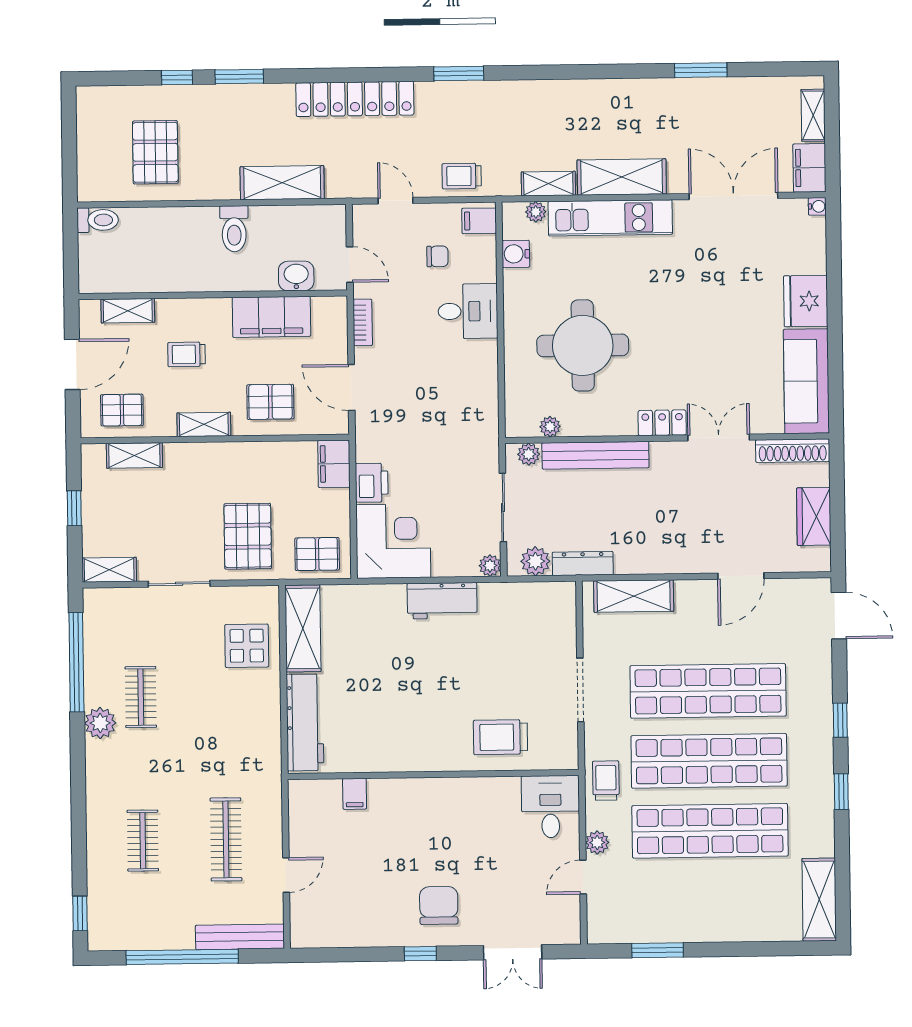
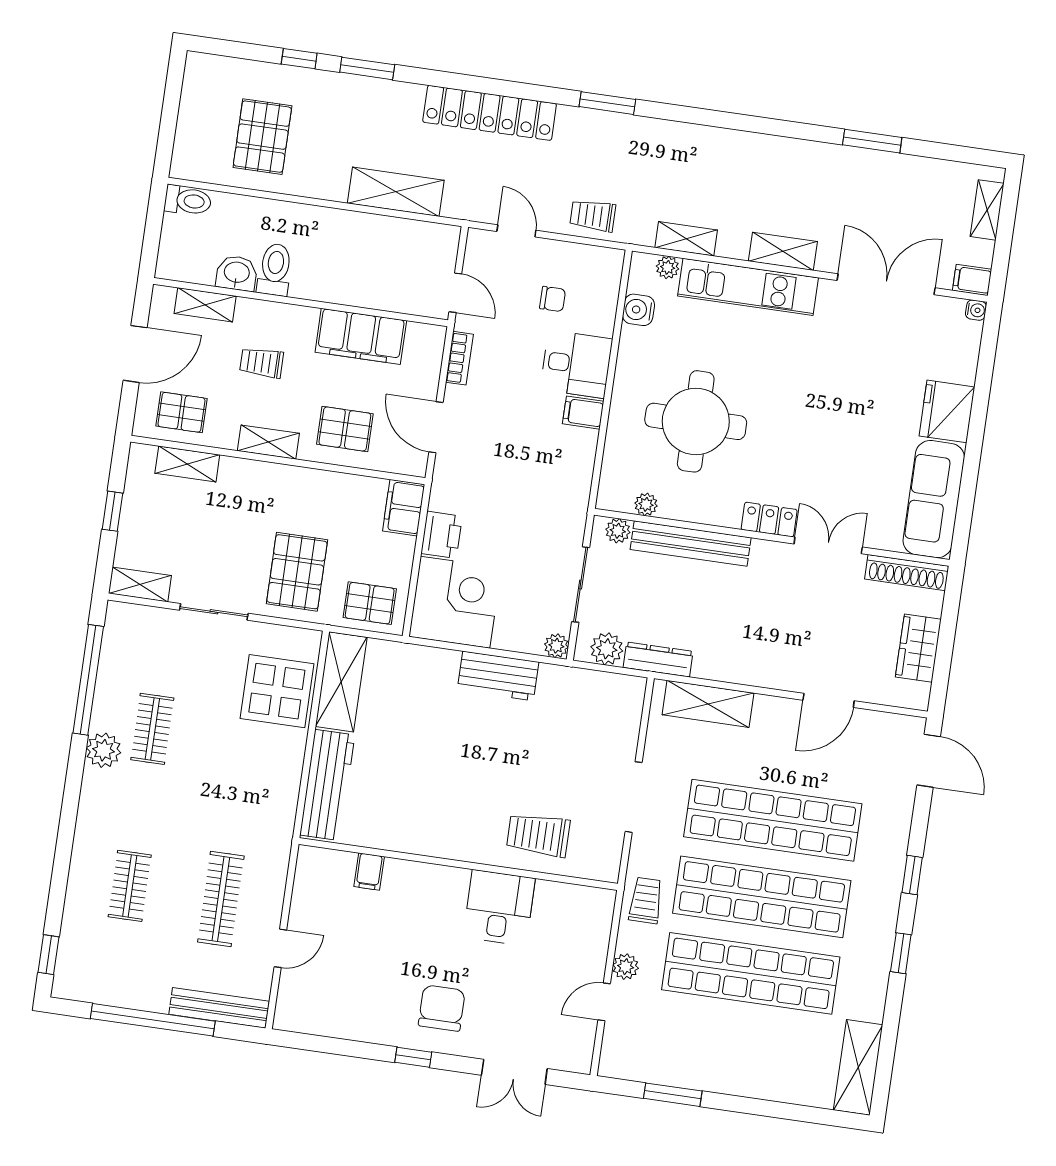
filing cabinet: (809, 168) -> (972, 280), width x0.50
shelving: (622, 177) -> (783, 251), width x0.67, depth x0.75
filing cabinet: (479, 221) -> (583, 413), moved
toilet: (234, 229) -> (275, 270), moved, turned 180
washbasin: (296, 276) -> (237, 273), moved
display table: (247, 646) -> (277, 691), width x1.36, depth x1.36
desk: (550, 807) -> (499, 908), moved

